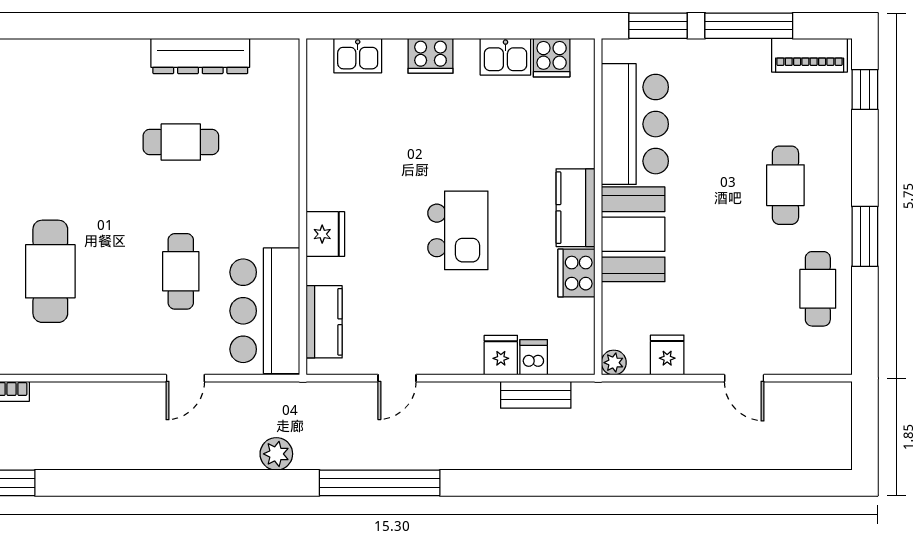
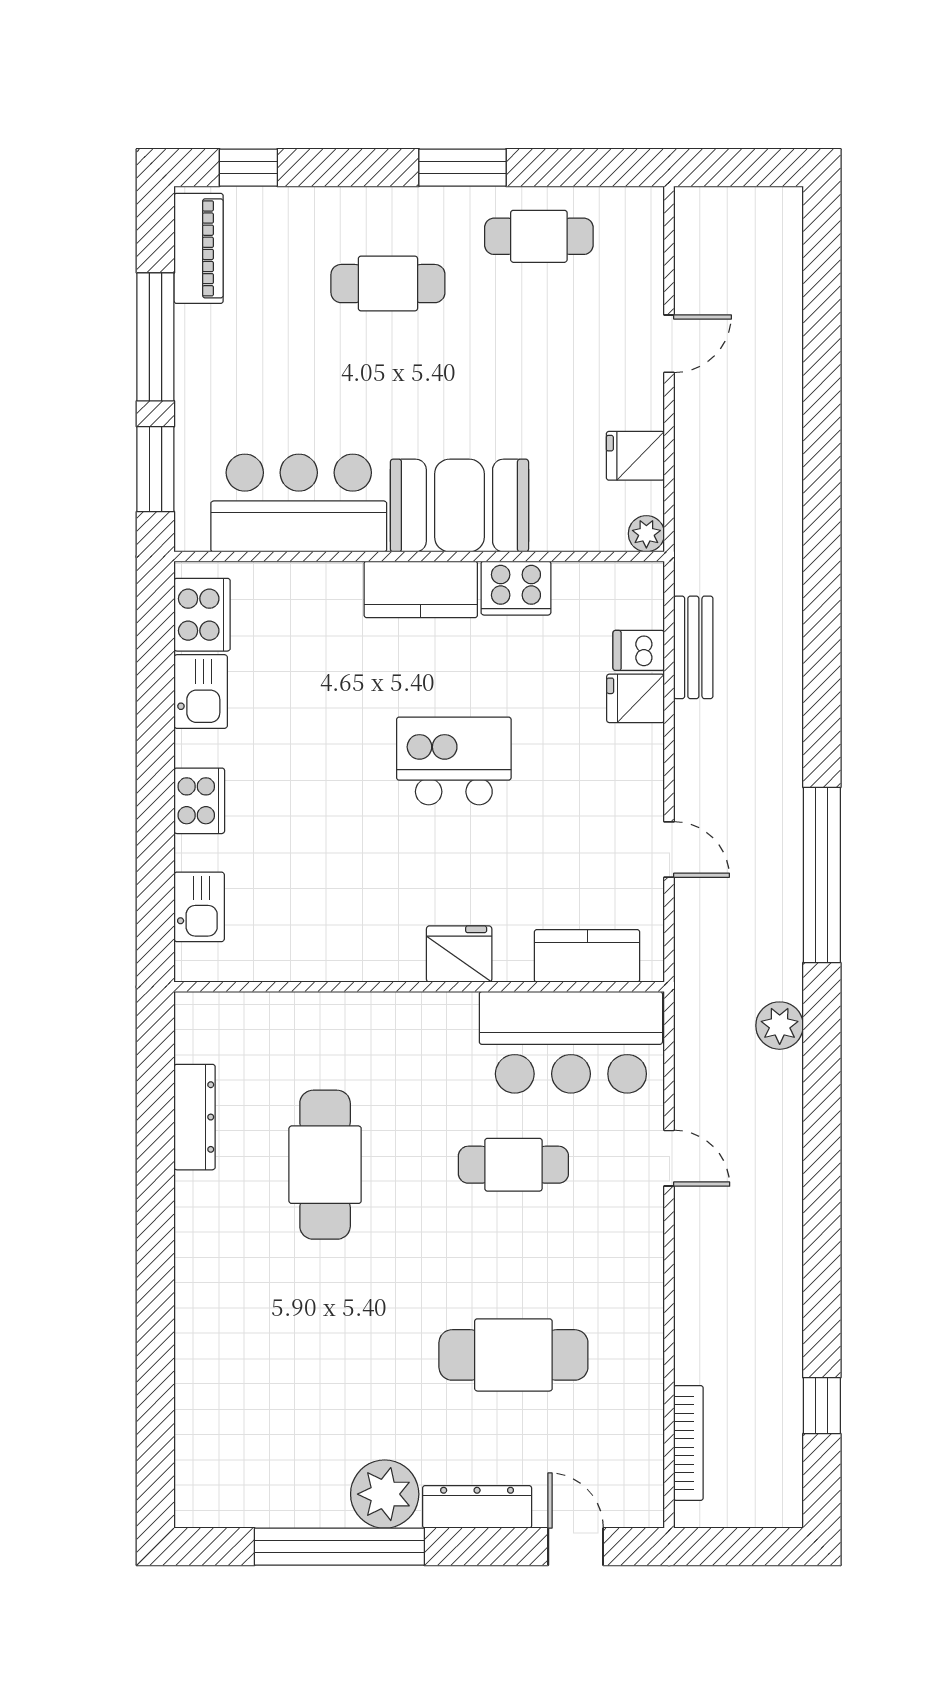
dresser: (200, 56) -> (195, 1117), width x0.73, depth x0.80
cooker: (552, 58) -> (202, 615), width x1.36
cafe table: (181, 142) -> (325, 1165), width x1.37, depth x1.35

